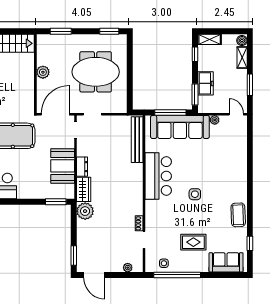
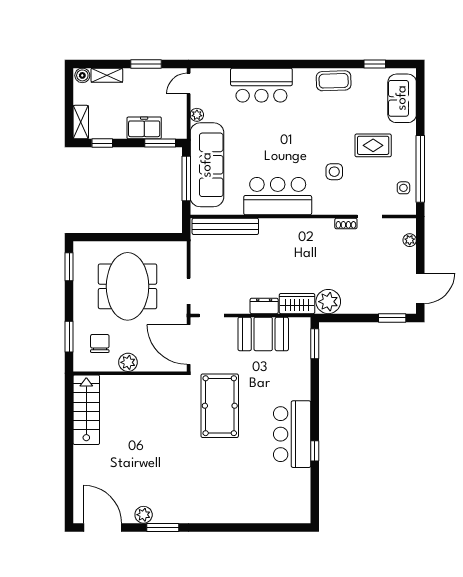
chair: (56, 53) -> (100, 343), added
bar counter: (235, 165) -> (261, 85), added
side table: (195, 194) -> (334, 172), moved
rug: (193, 242) -> (373, 145), turned 90

